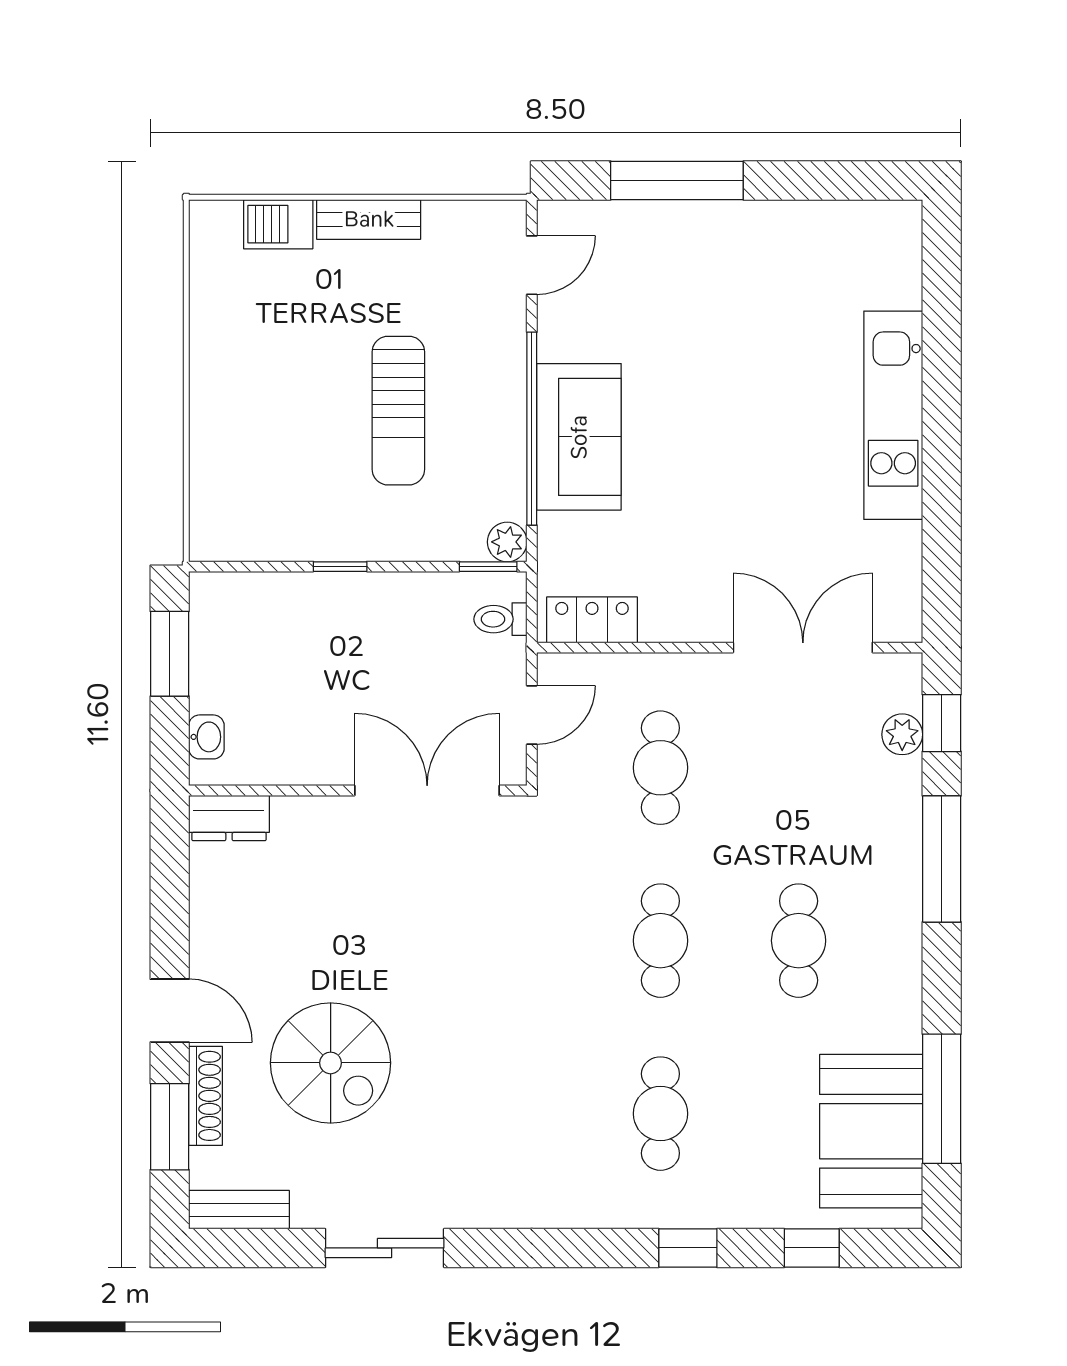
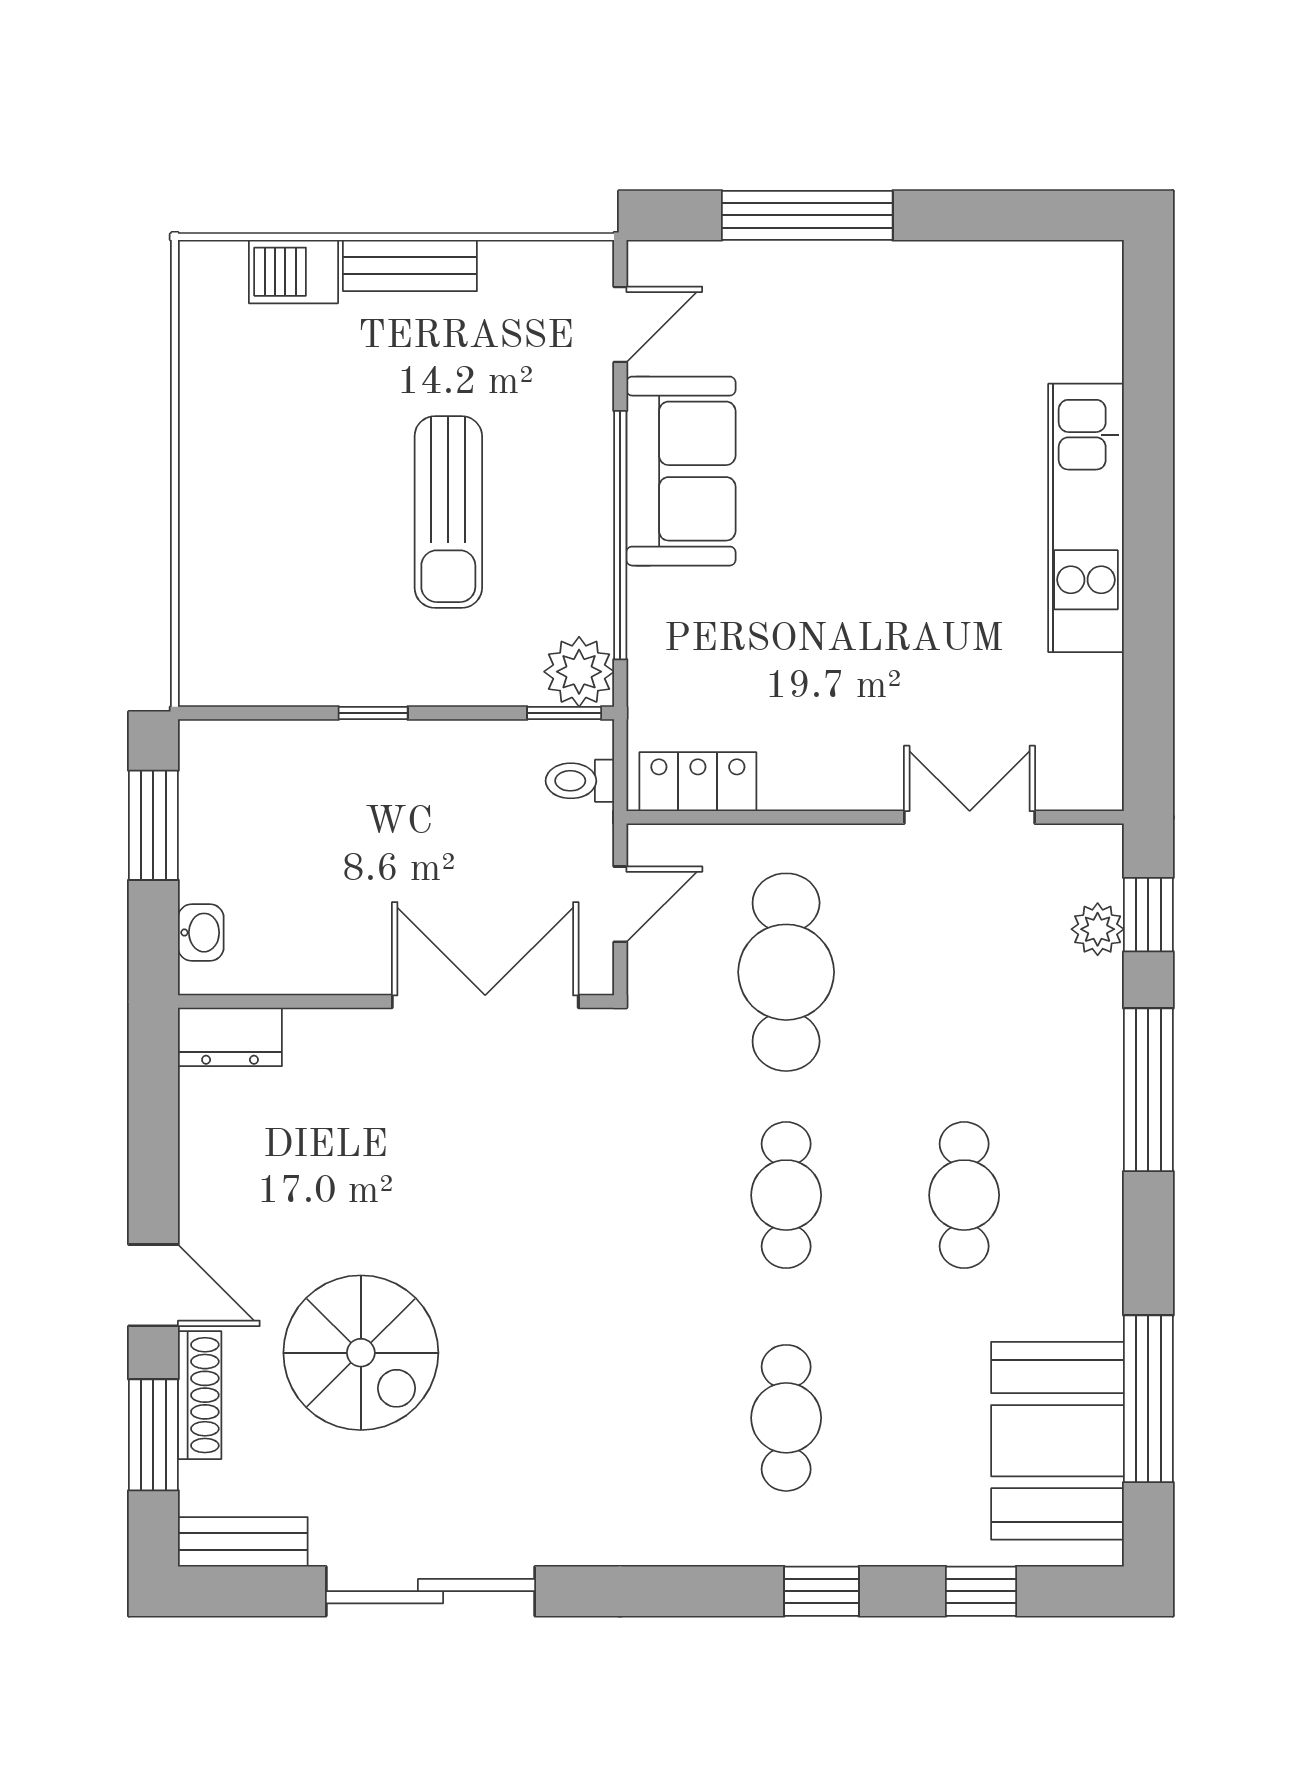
sofa: (579, 437) -> (681, 471), moved
plant: (507, 542) -> (579, 672), width x1.38, depth x1.38
double door: (803, 648) -> (970, 817), width x0.73
cafe table: (660, 768) -> (786, 972), width x1.37, depth x1.35
sliding door: (385, 1248) -> (431, 1591), width x1.37

